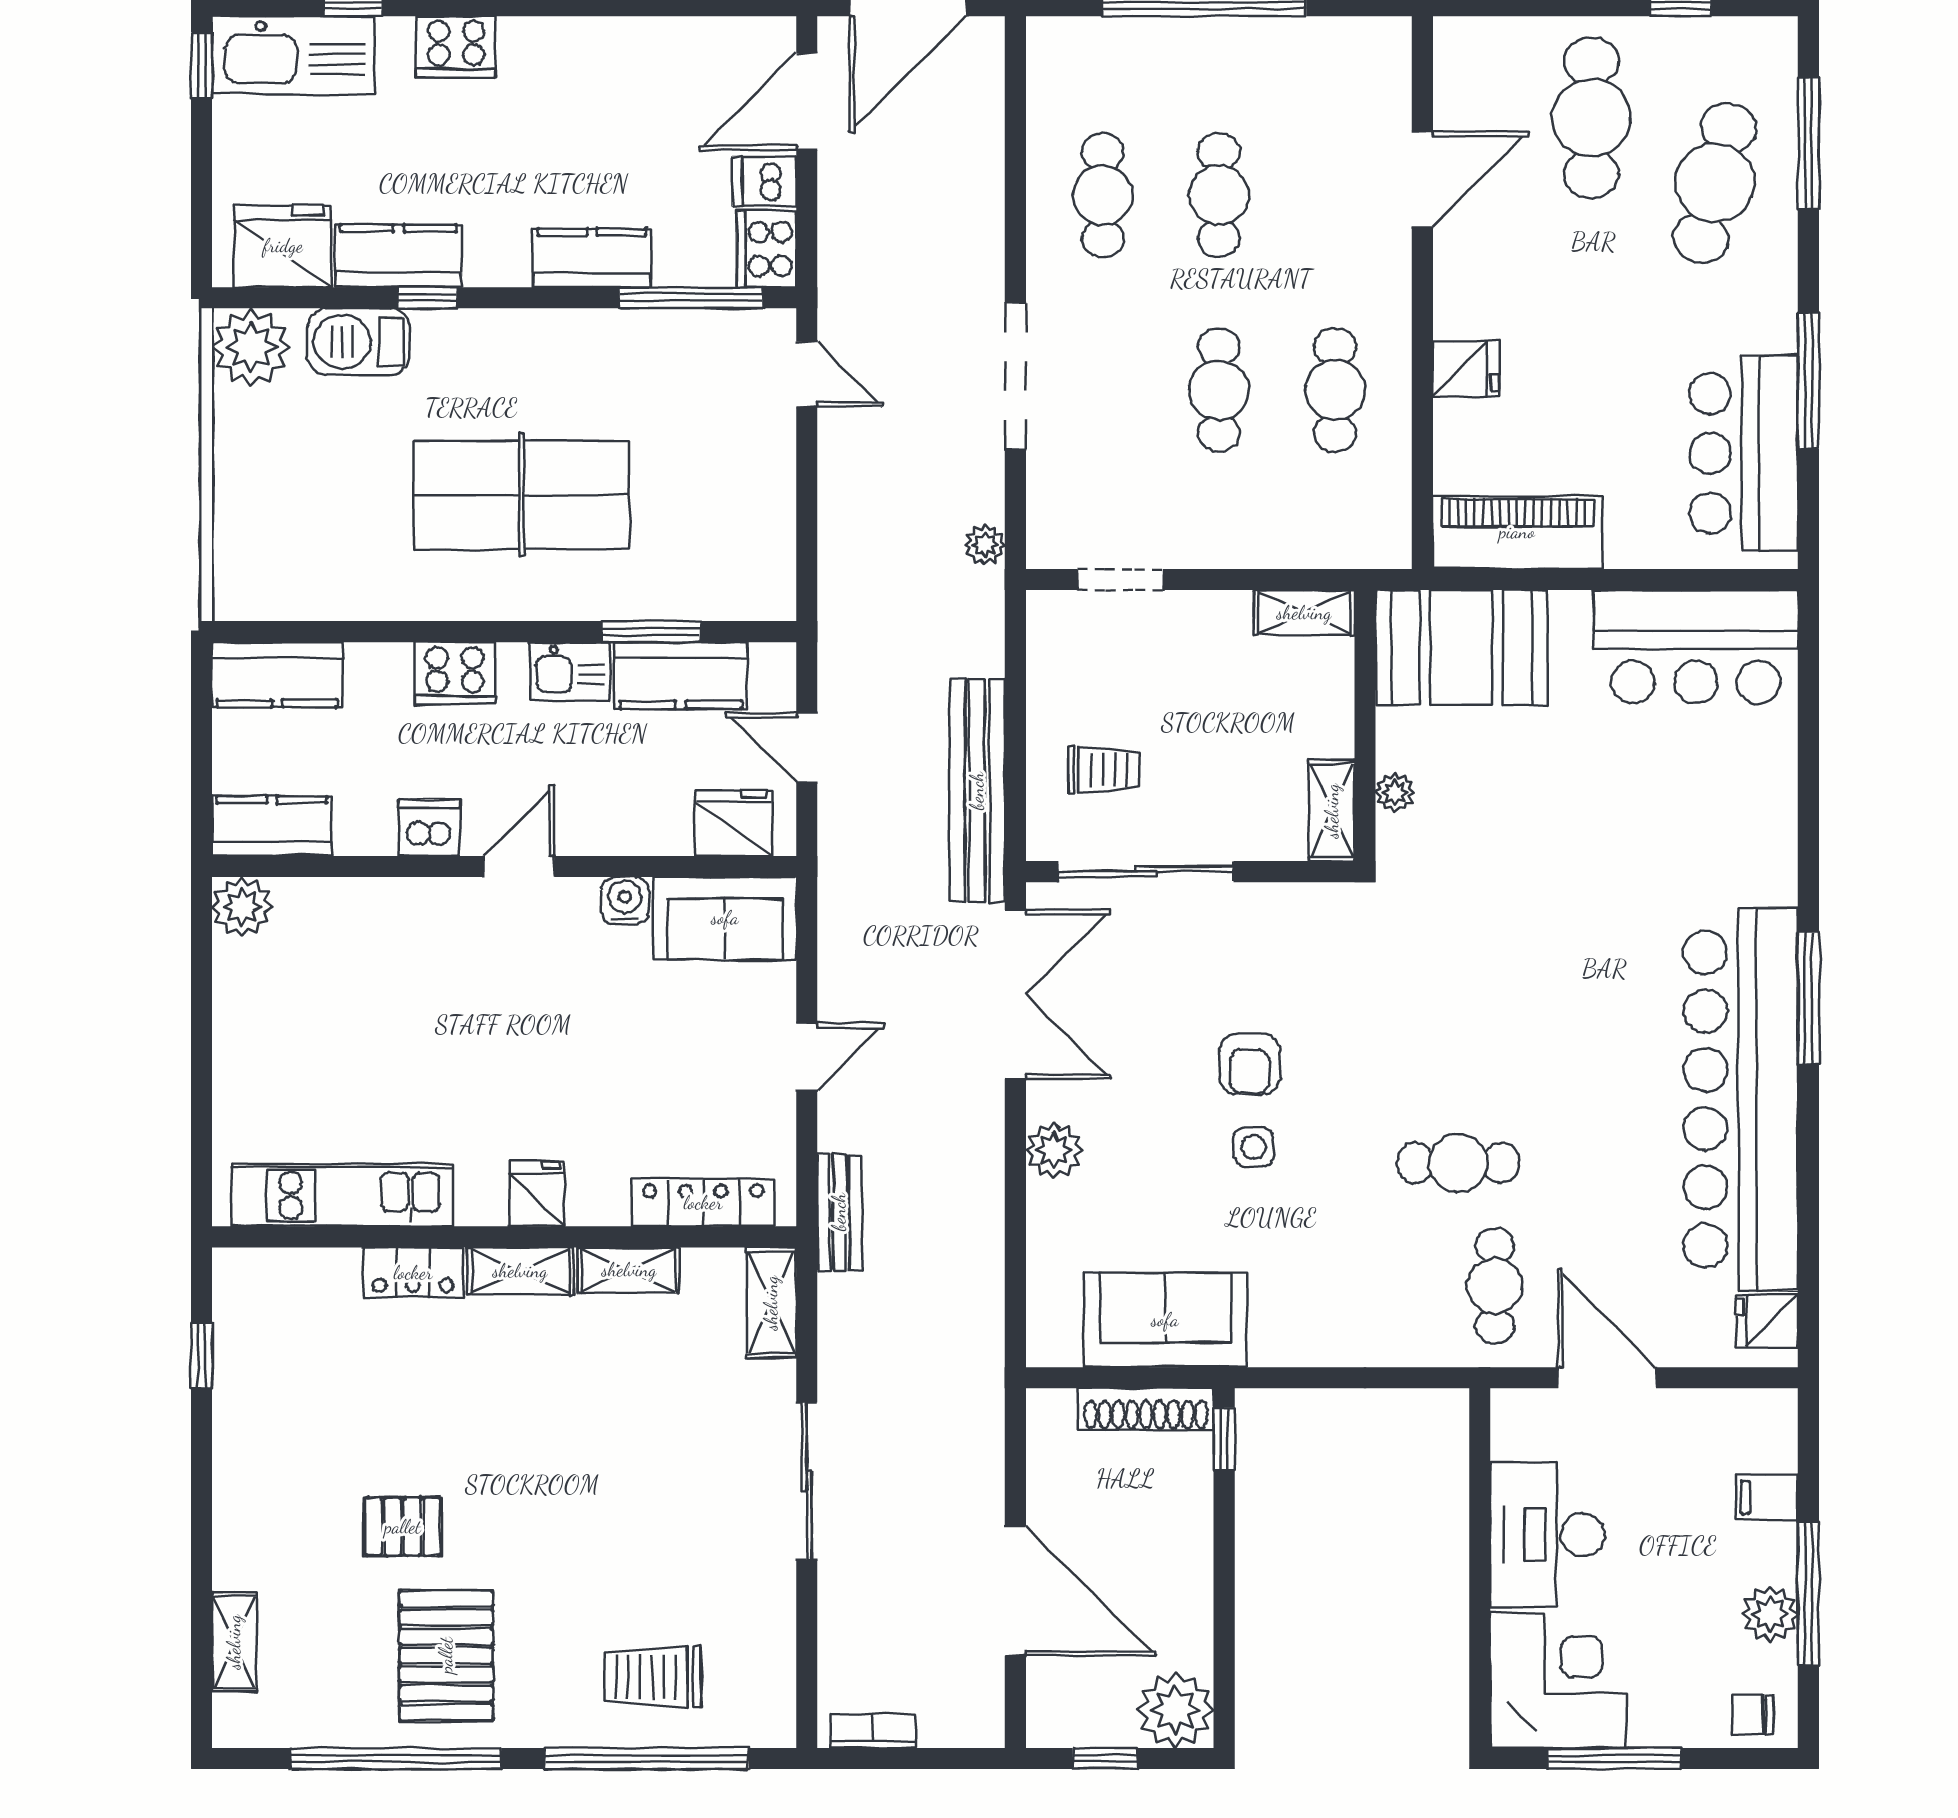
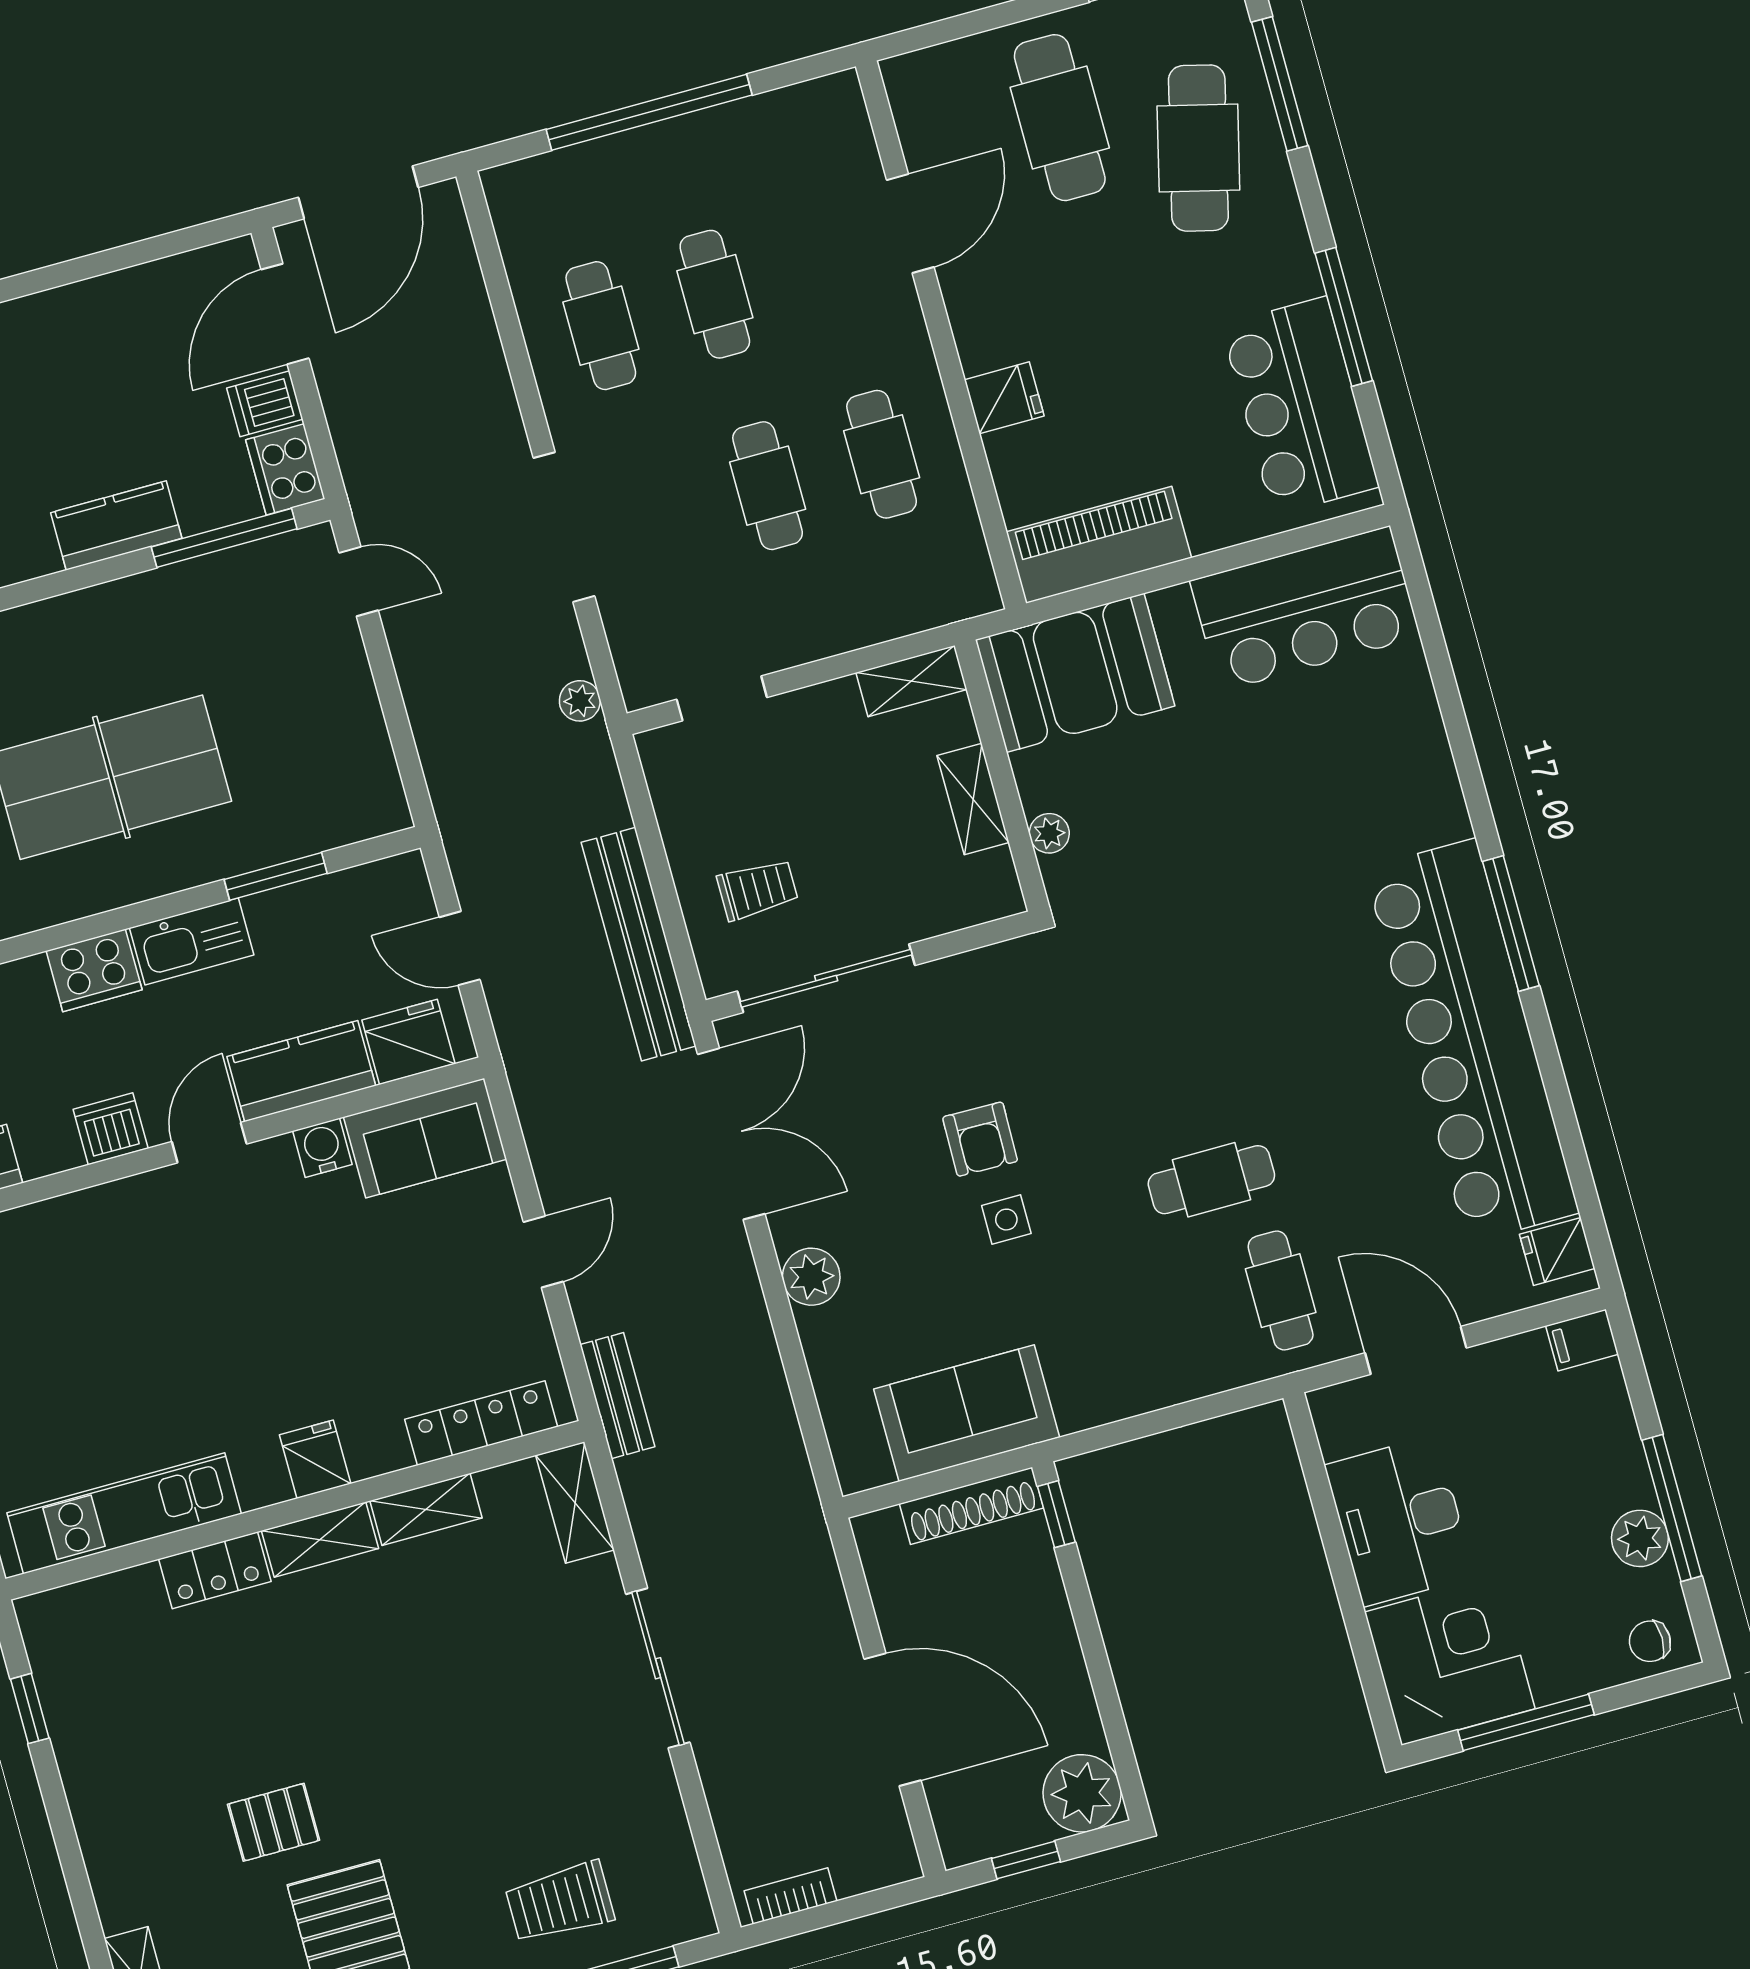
kitchen sink: (570, 671) -> (192, 941), width x1.38
kitchen counter: (681, 675) -> (301, 1071), moved, turned 180
shelving: (1332, 811) -> (973, 799), moved
filing cabinet: (1767, 1498) -> (1582, 1340), moved

